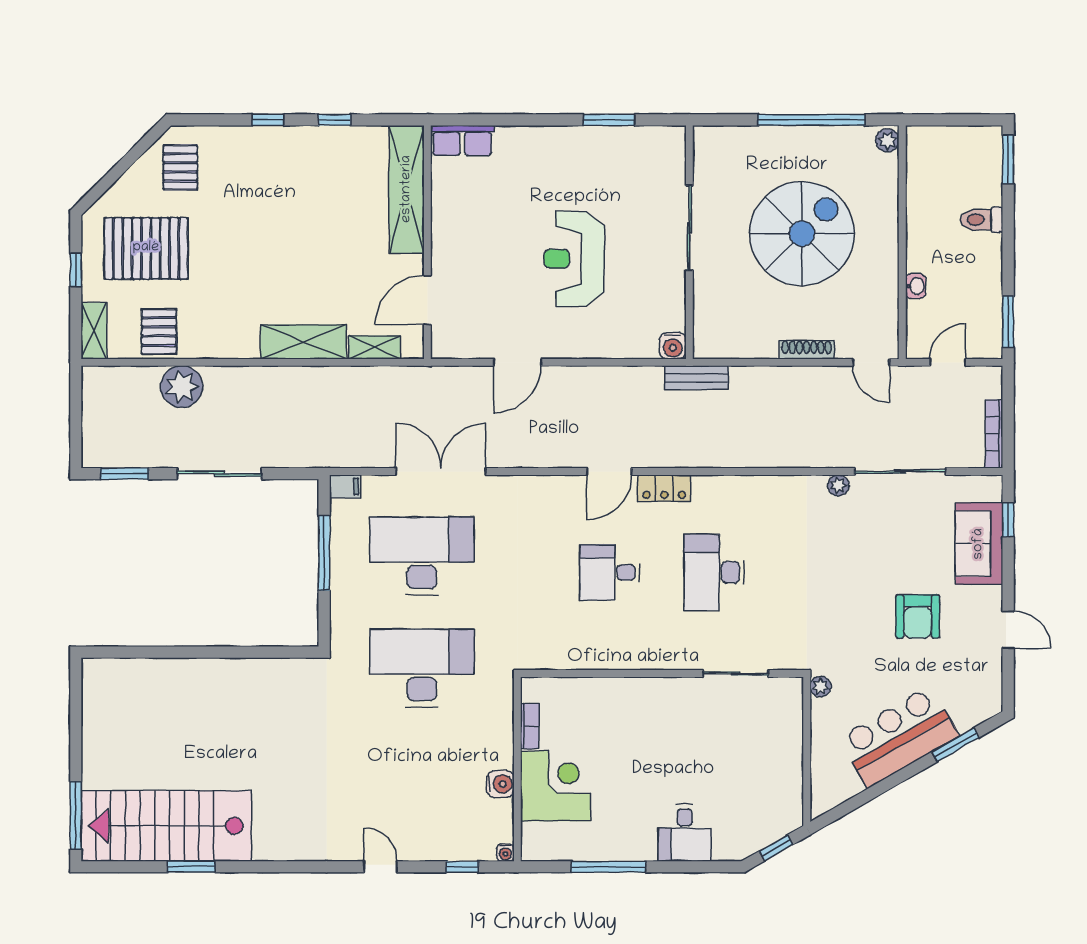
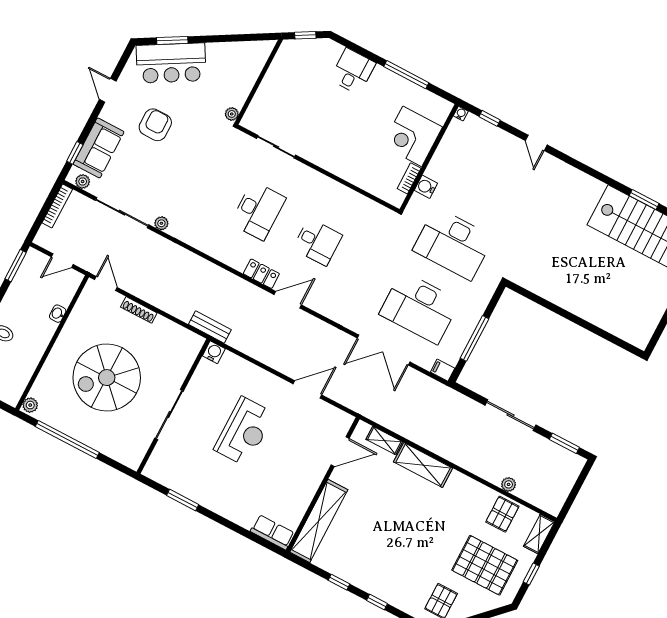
plant: (182, 387) -> (509, 484), width x0.53, depth x0.53
plant: (977, 486) -> (83, 182), added
bar counter: (899, 737) -> (171, 63), moved
water cooler: (501, 784) -> (426, 187), moved

